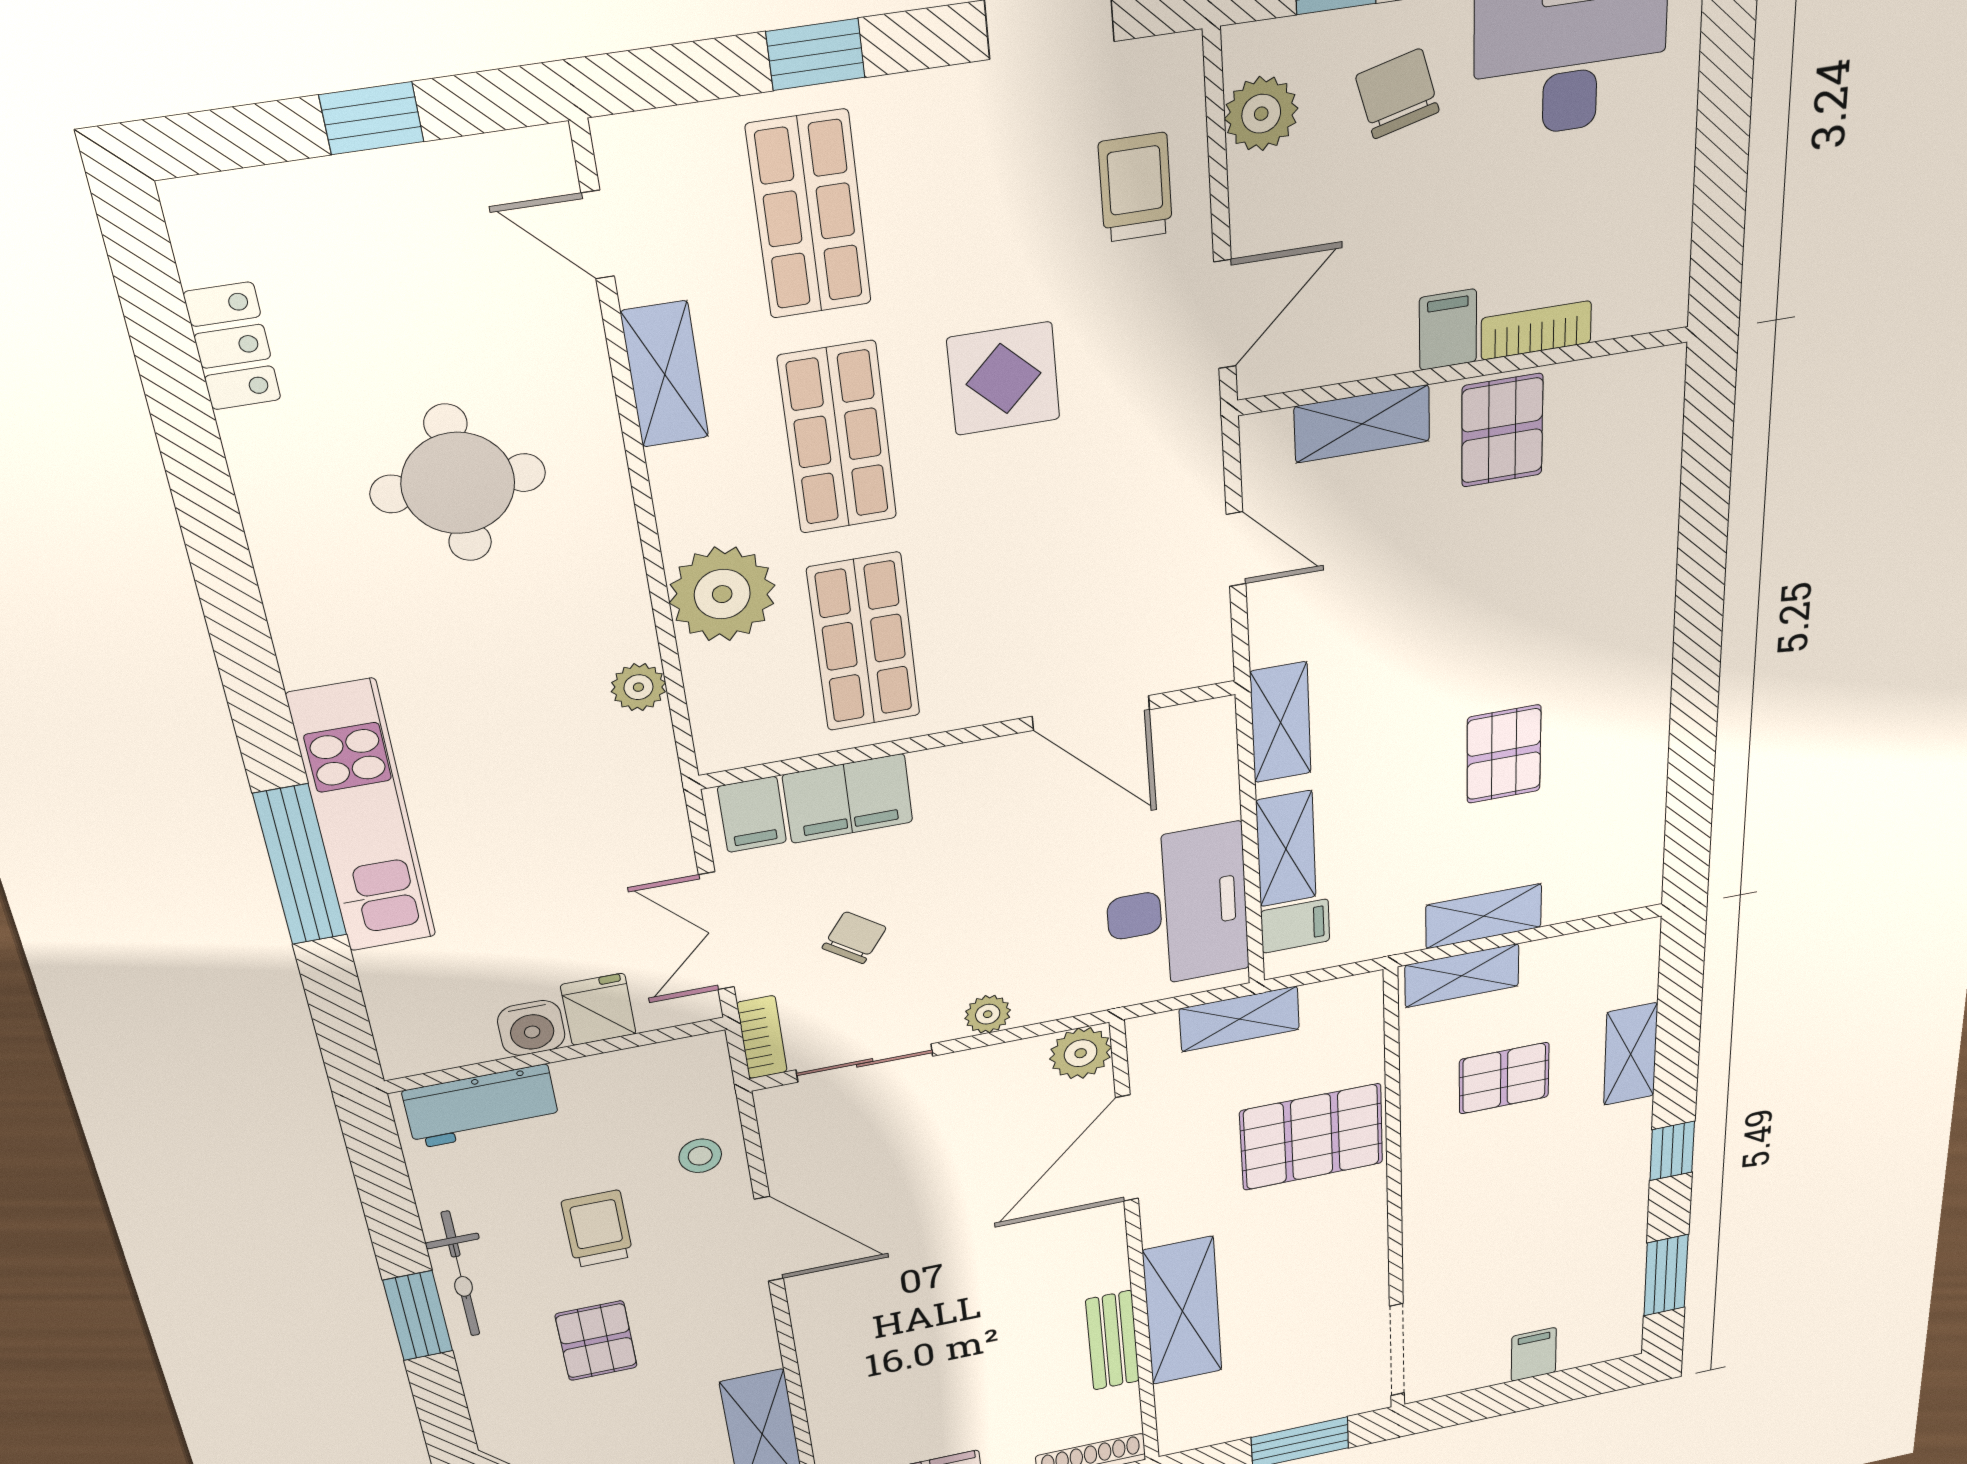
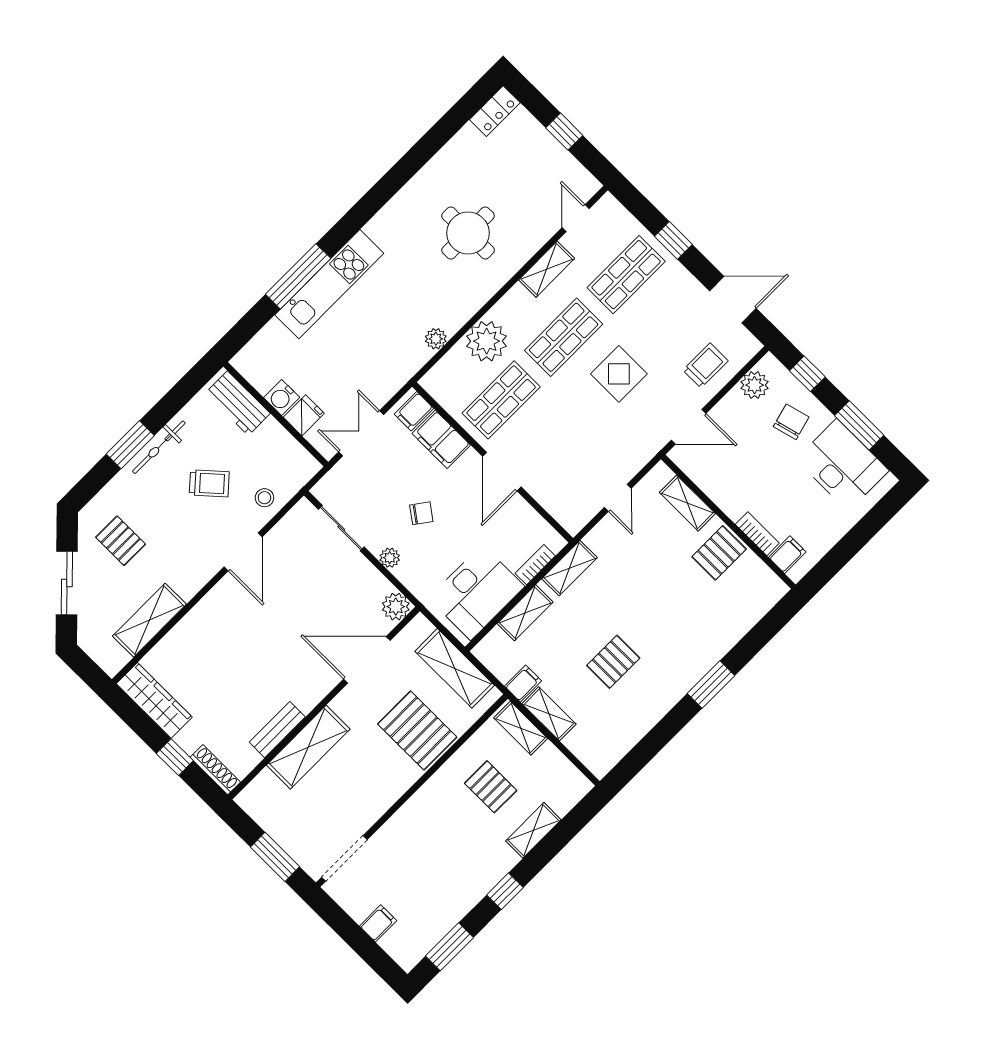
filing cabinet: (1448, 330) -> (787, 555), moved
locker: (232, 346) -> (495, 111), moved
window: (1699, 612) -> (711, 684), added
door: (1091, 713) -> (502, 472), moved
filing cabinet: (1295, 926) -> (523, 683), moved, turned -90
chair: (854, 938) -> (421, 513), moved
shelving: (1239, 1019) -> (455, 668), width x1.50, depth x1.33
bookcase: (762, 1037) -> (535, 565), moved, turned 180
trolley: (597, 1229) -> (209, 483), turned 48
pallet: (596, 1341) -> (121, 541), moved, turned 90

